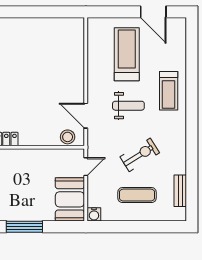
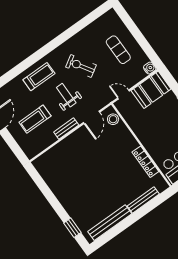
treadmill: (127, 54) -> (35, 119), width x0.73, depth x0.73
exercise bike: (140, 155) -> (81, 66), moved
bench: (180, 191) -> (66, 128), moved

